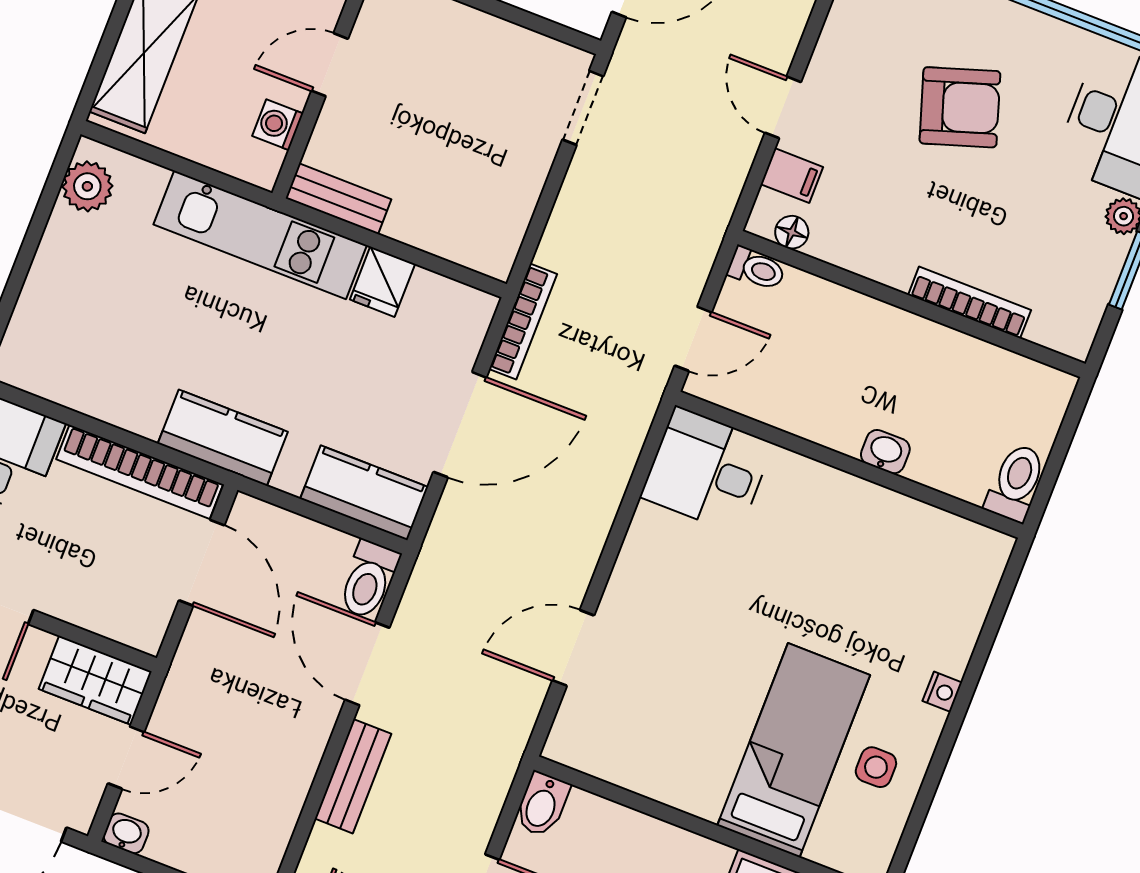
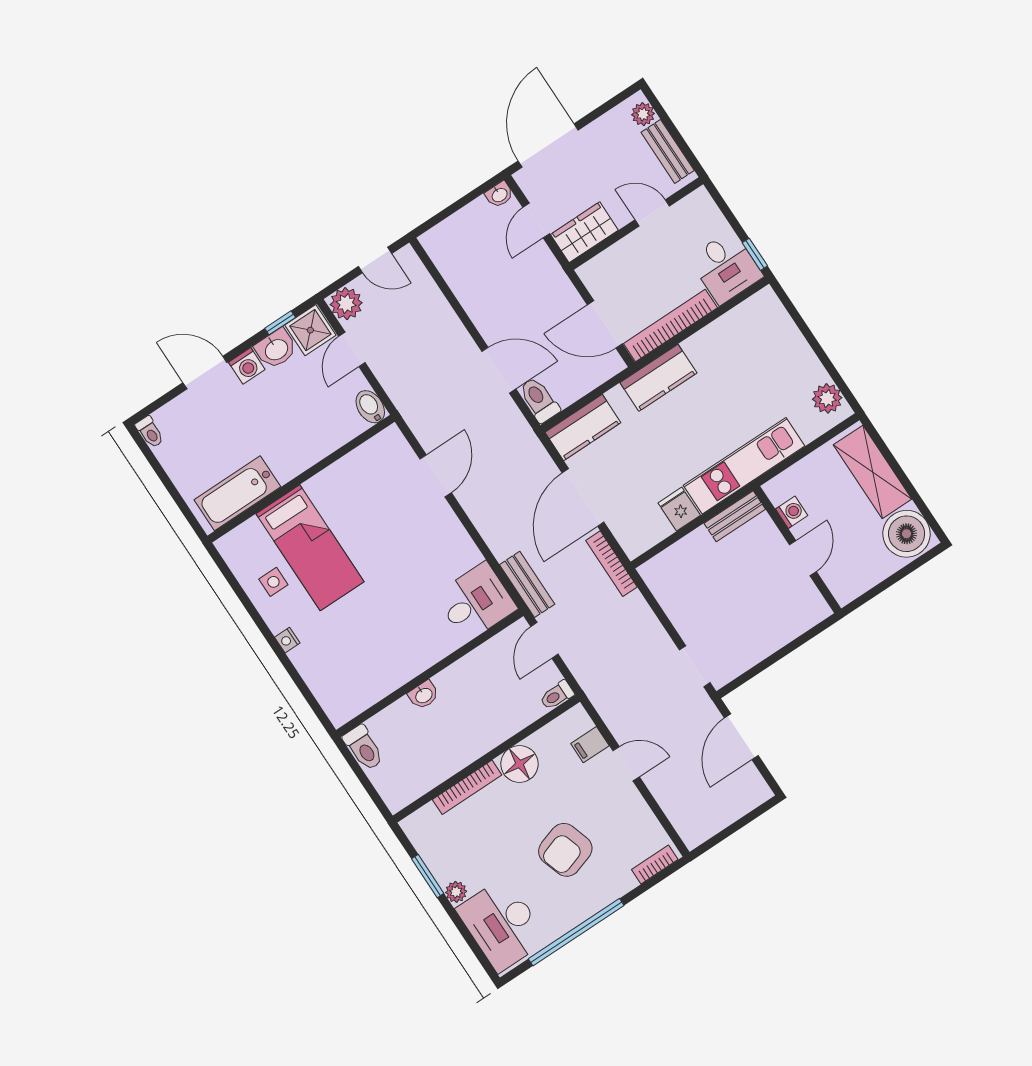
floor lamp: (792, 232) -> (519, 764), moved, width x1.89, depth x1.89
bench: (353, 776) -> (527, 584), moved

